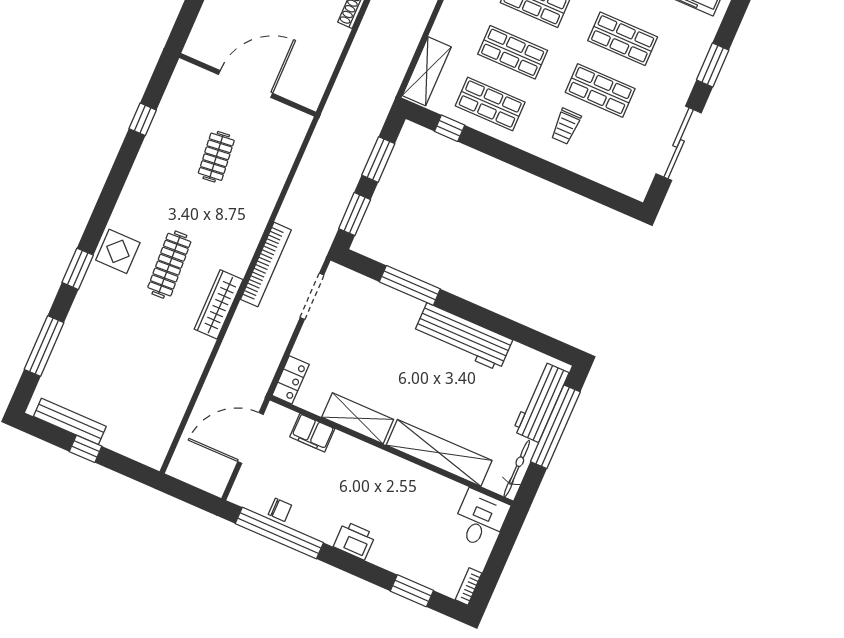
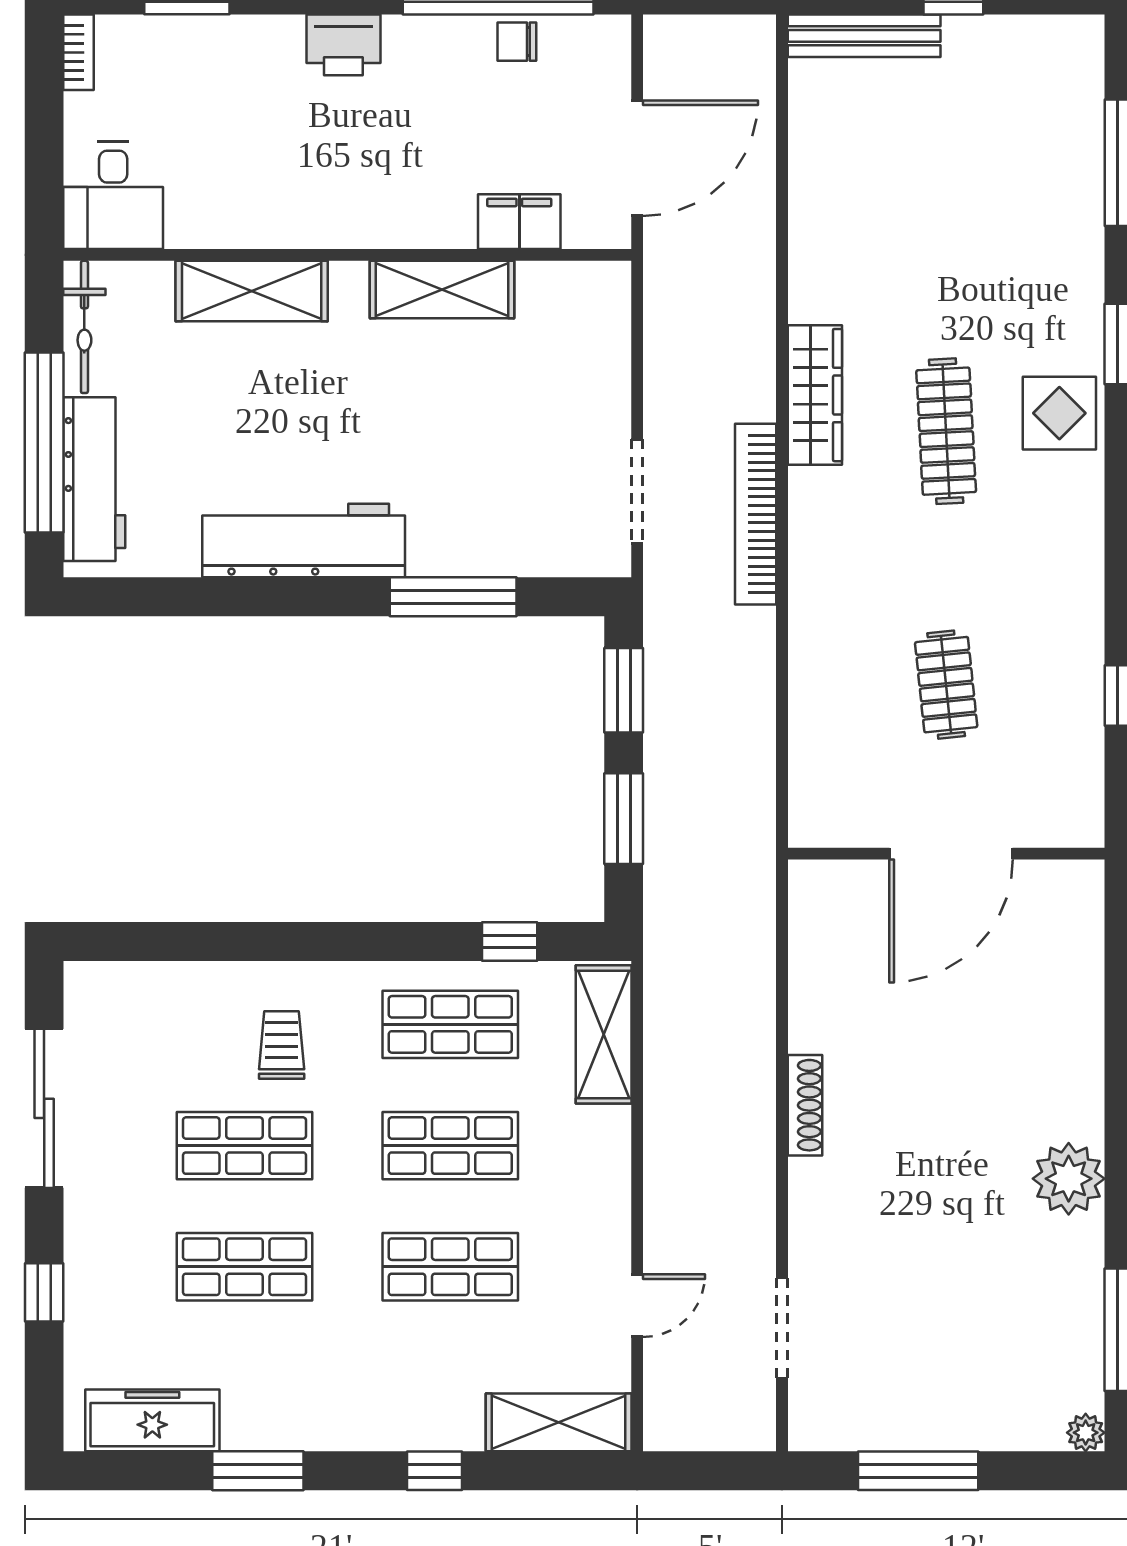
window: (713, 65) -> (44, 1292), width x0.67
locker: (291, 380) -> (608, 308), removed
bench: (70, 421) -> (864, 36), moved
shelving: (439, 453) -> (252, 291), width x0.68

